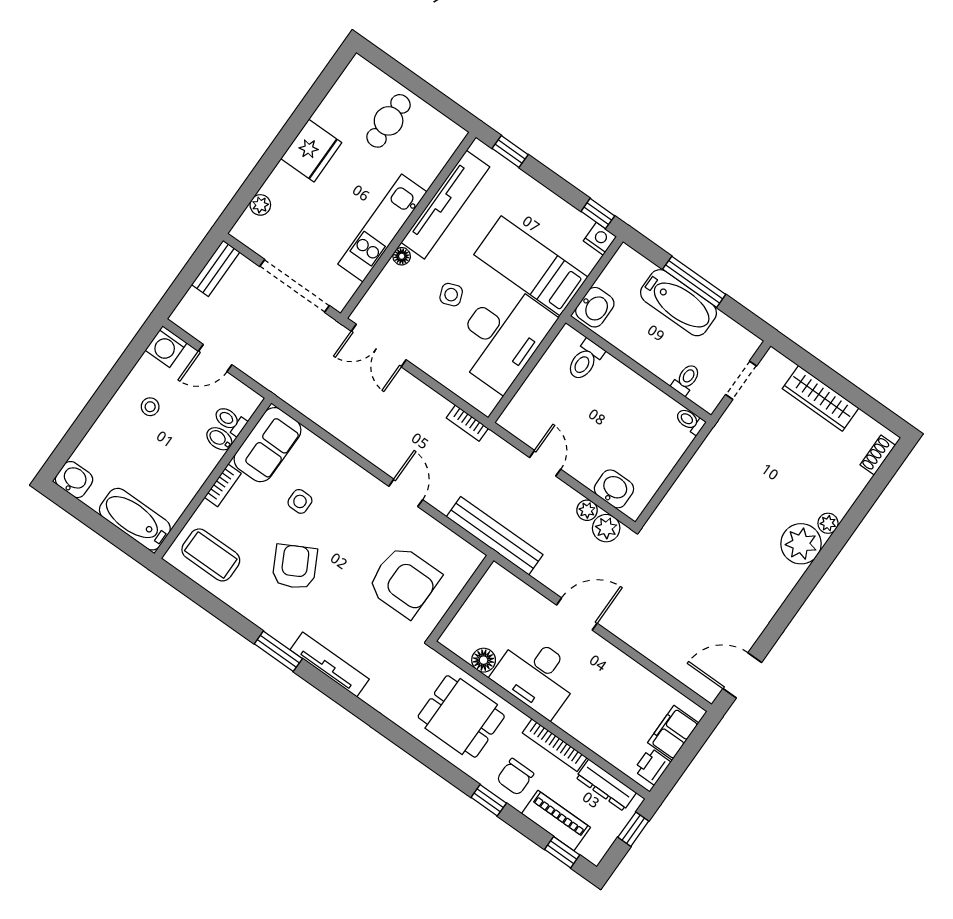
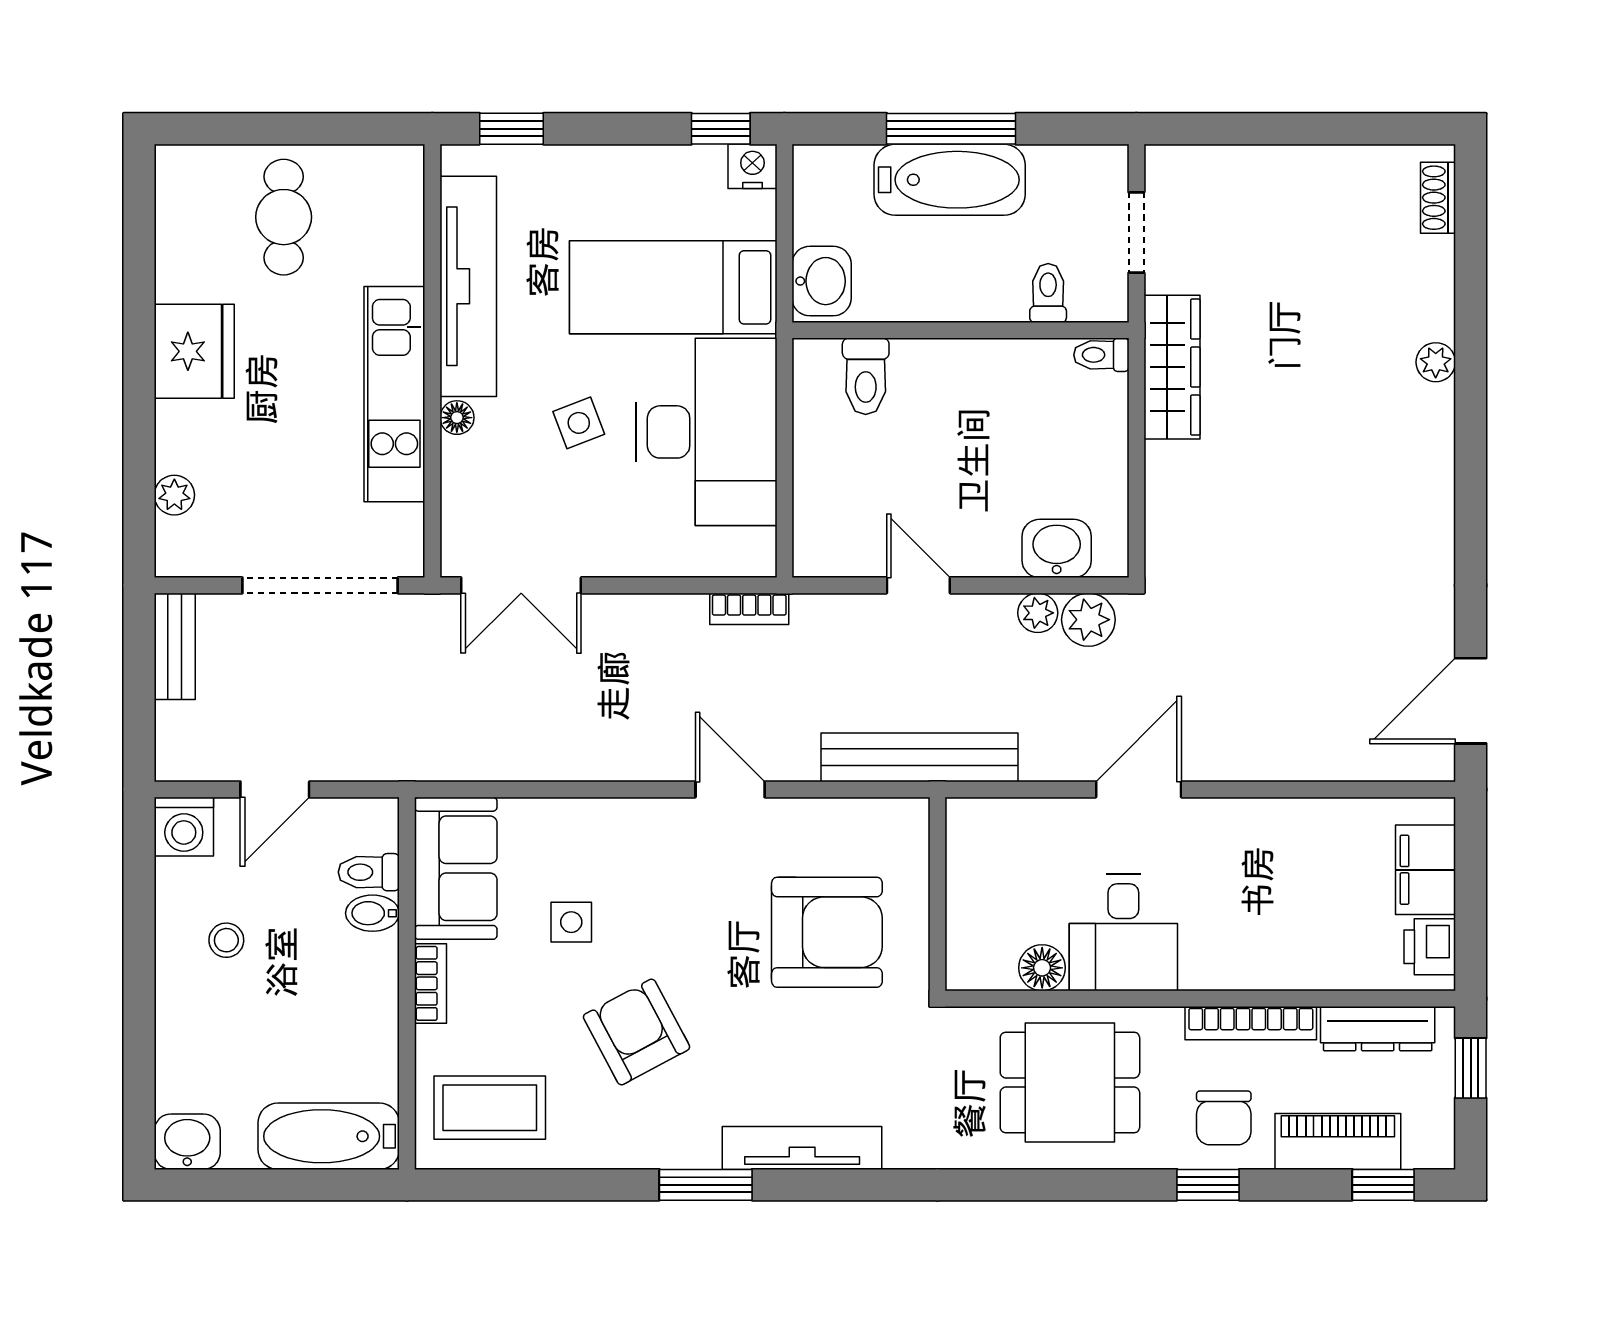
wardrobe: (820, 398) -> (1172, 367), moved, turned -90
plant: (801, 544) -> (1416, 425), removed
desk: (536, 676) -> (1123, 933), width x0.73

